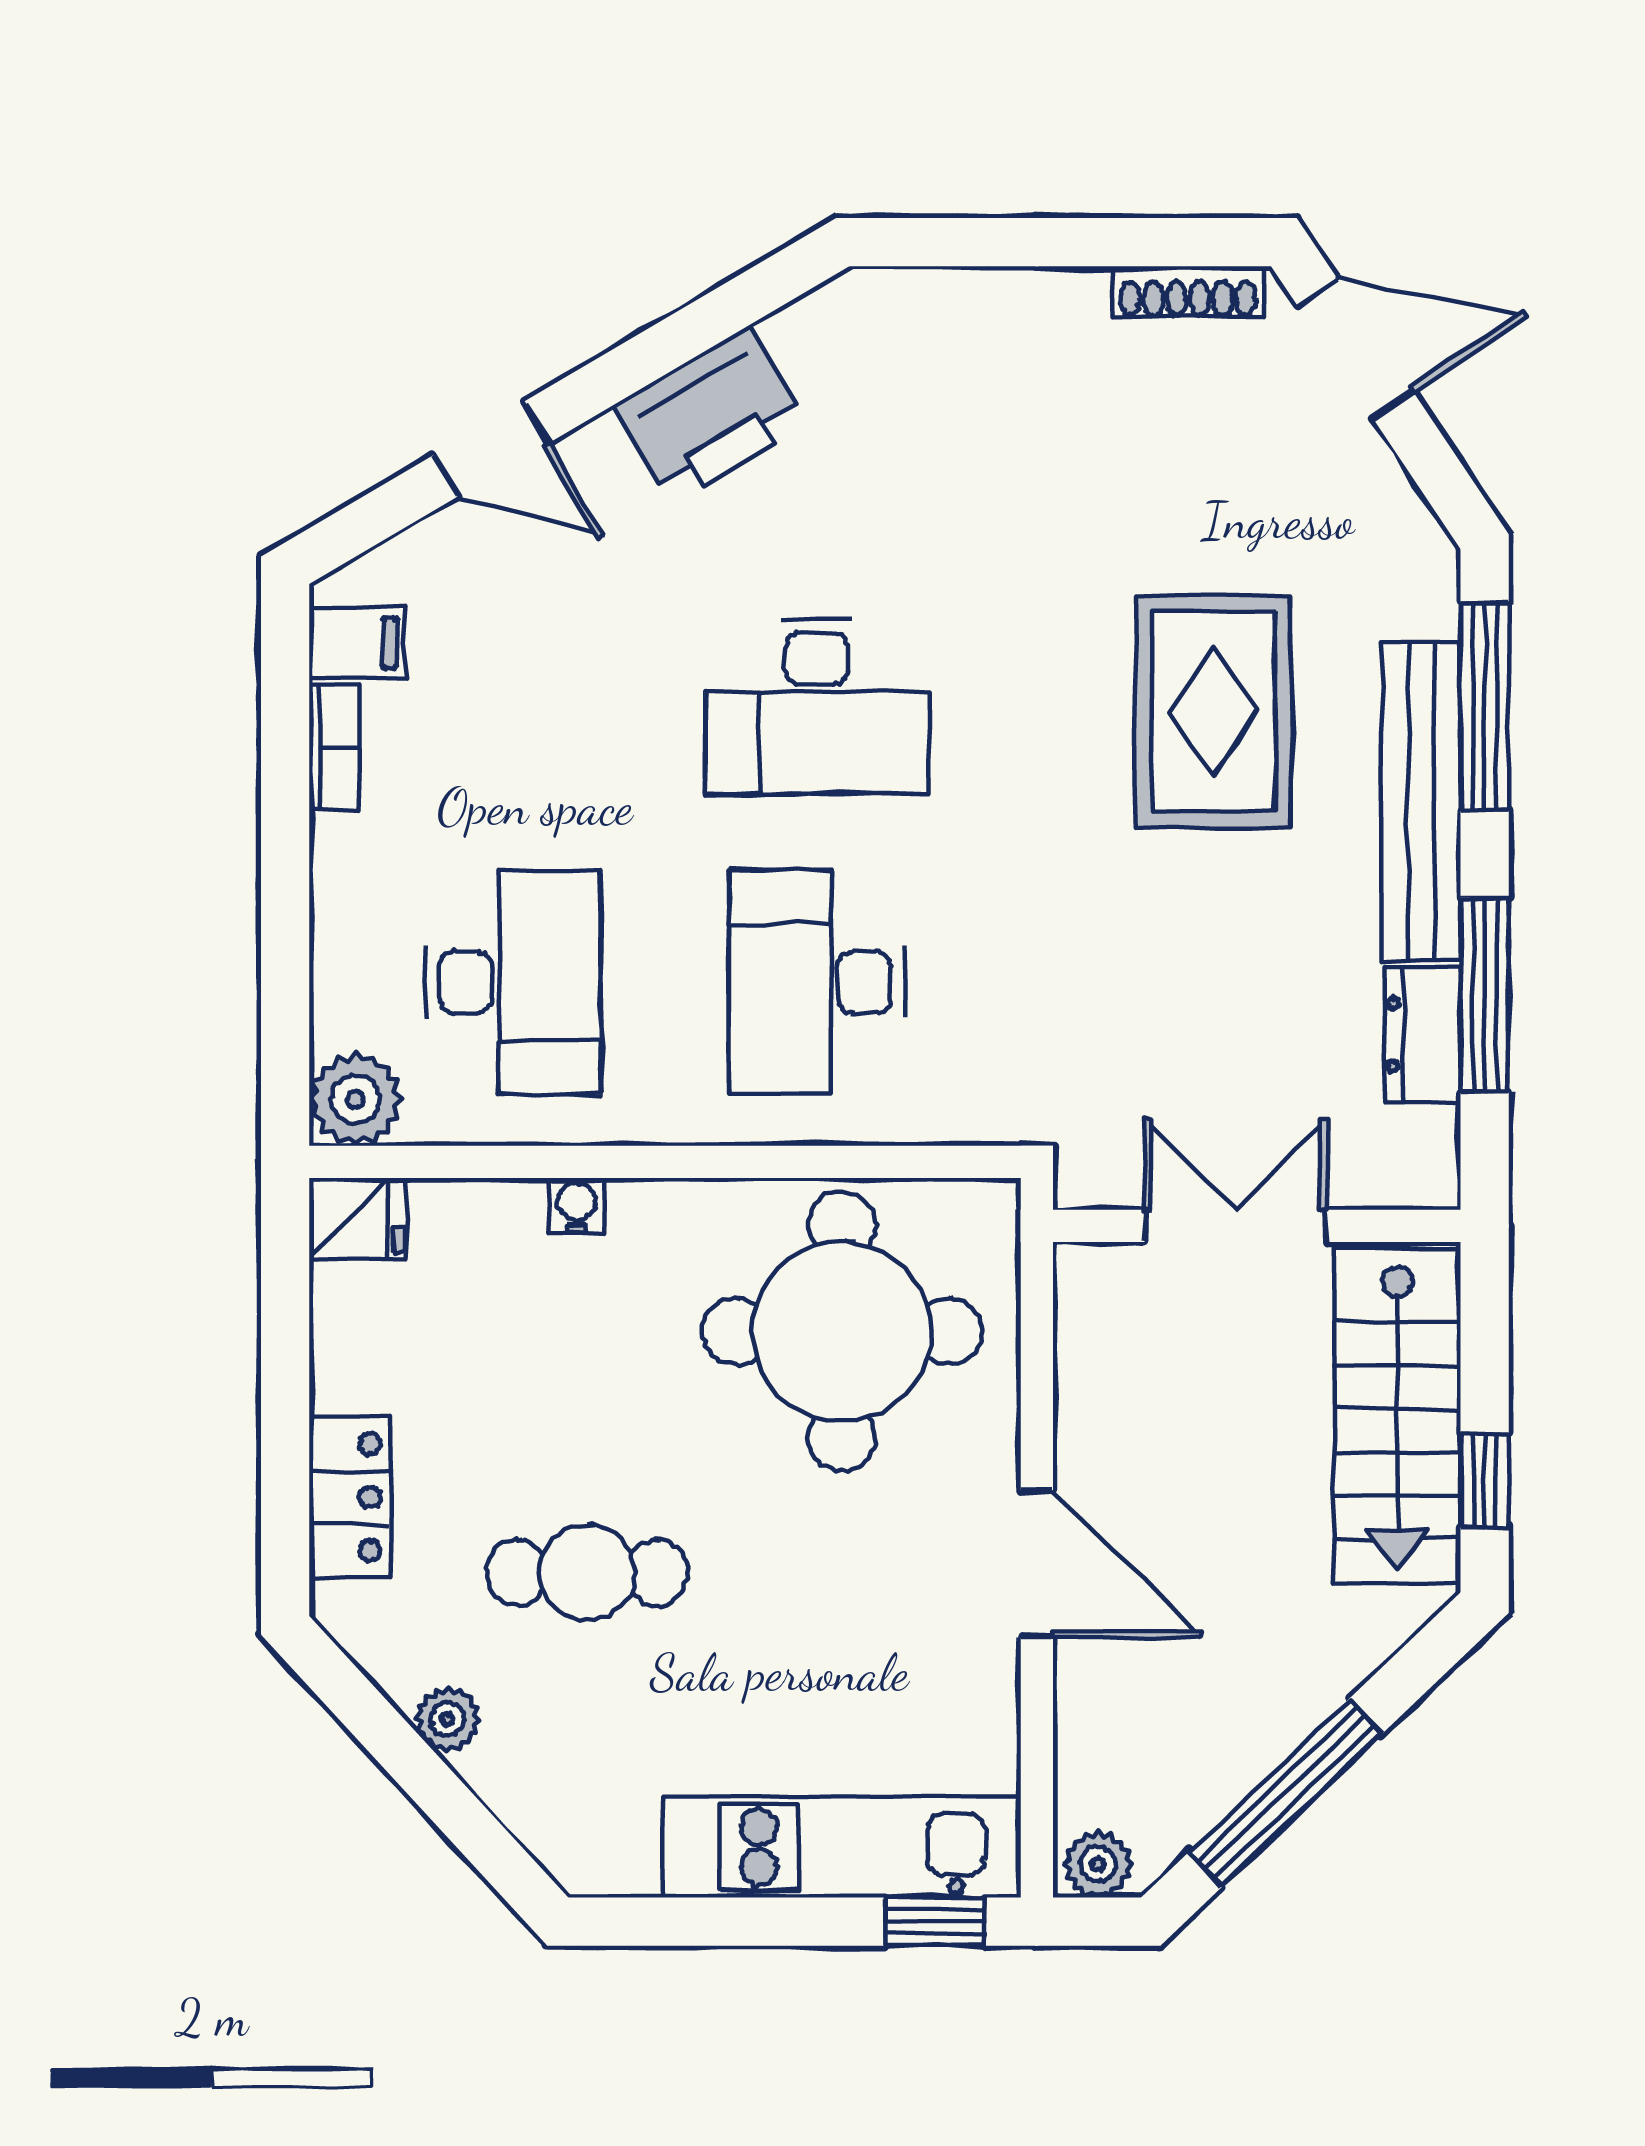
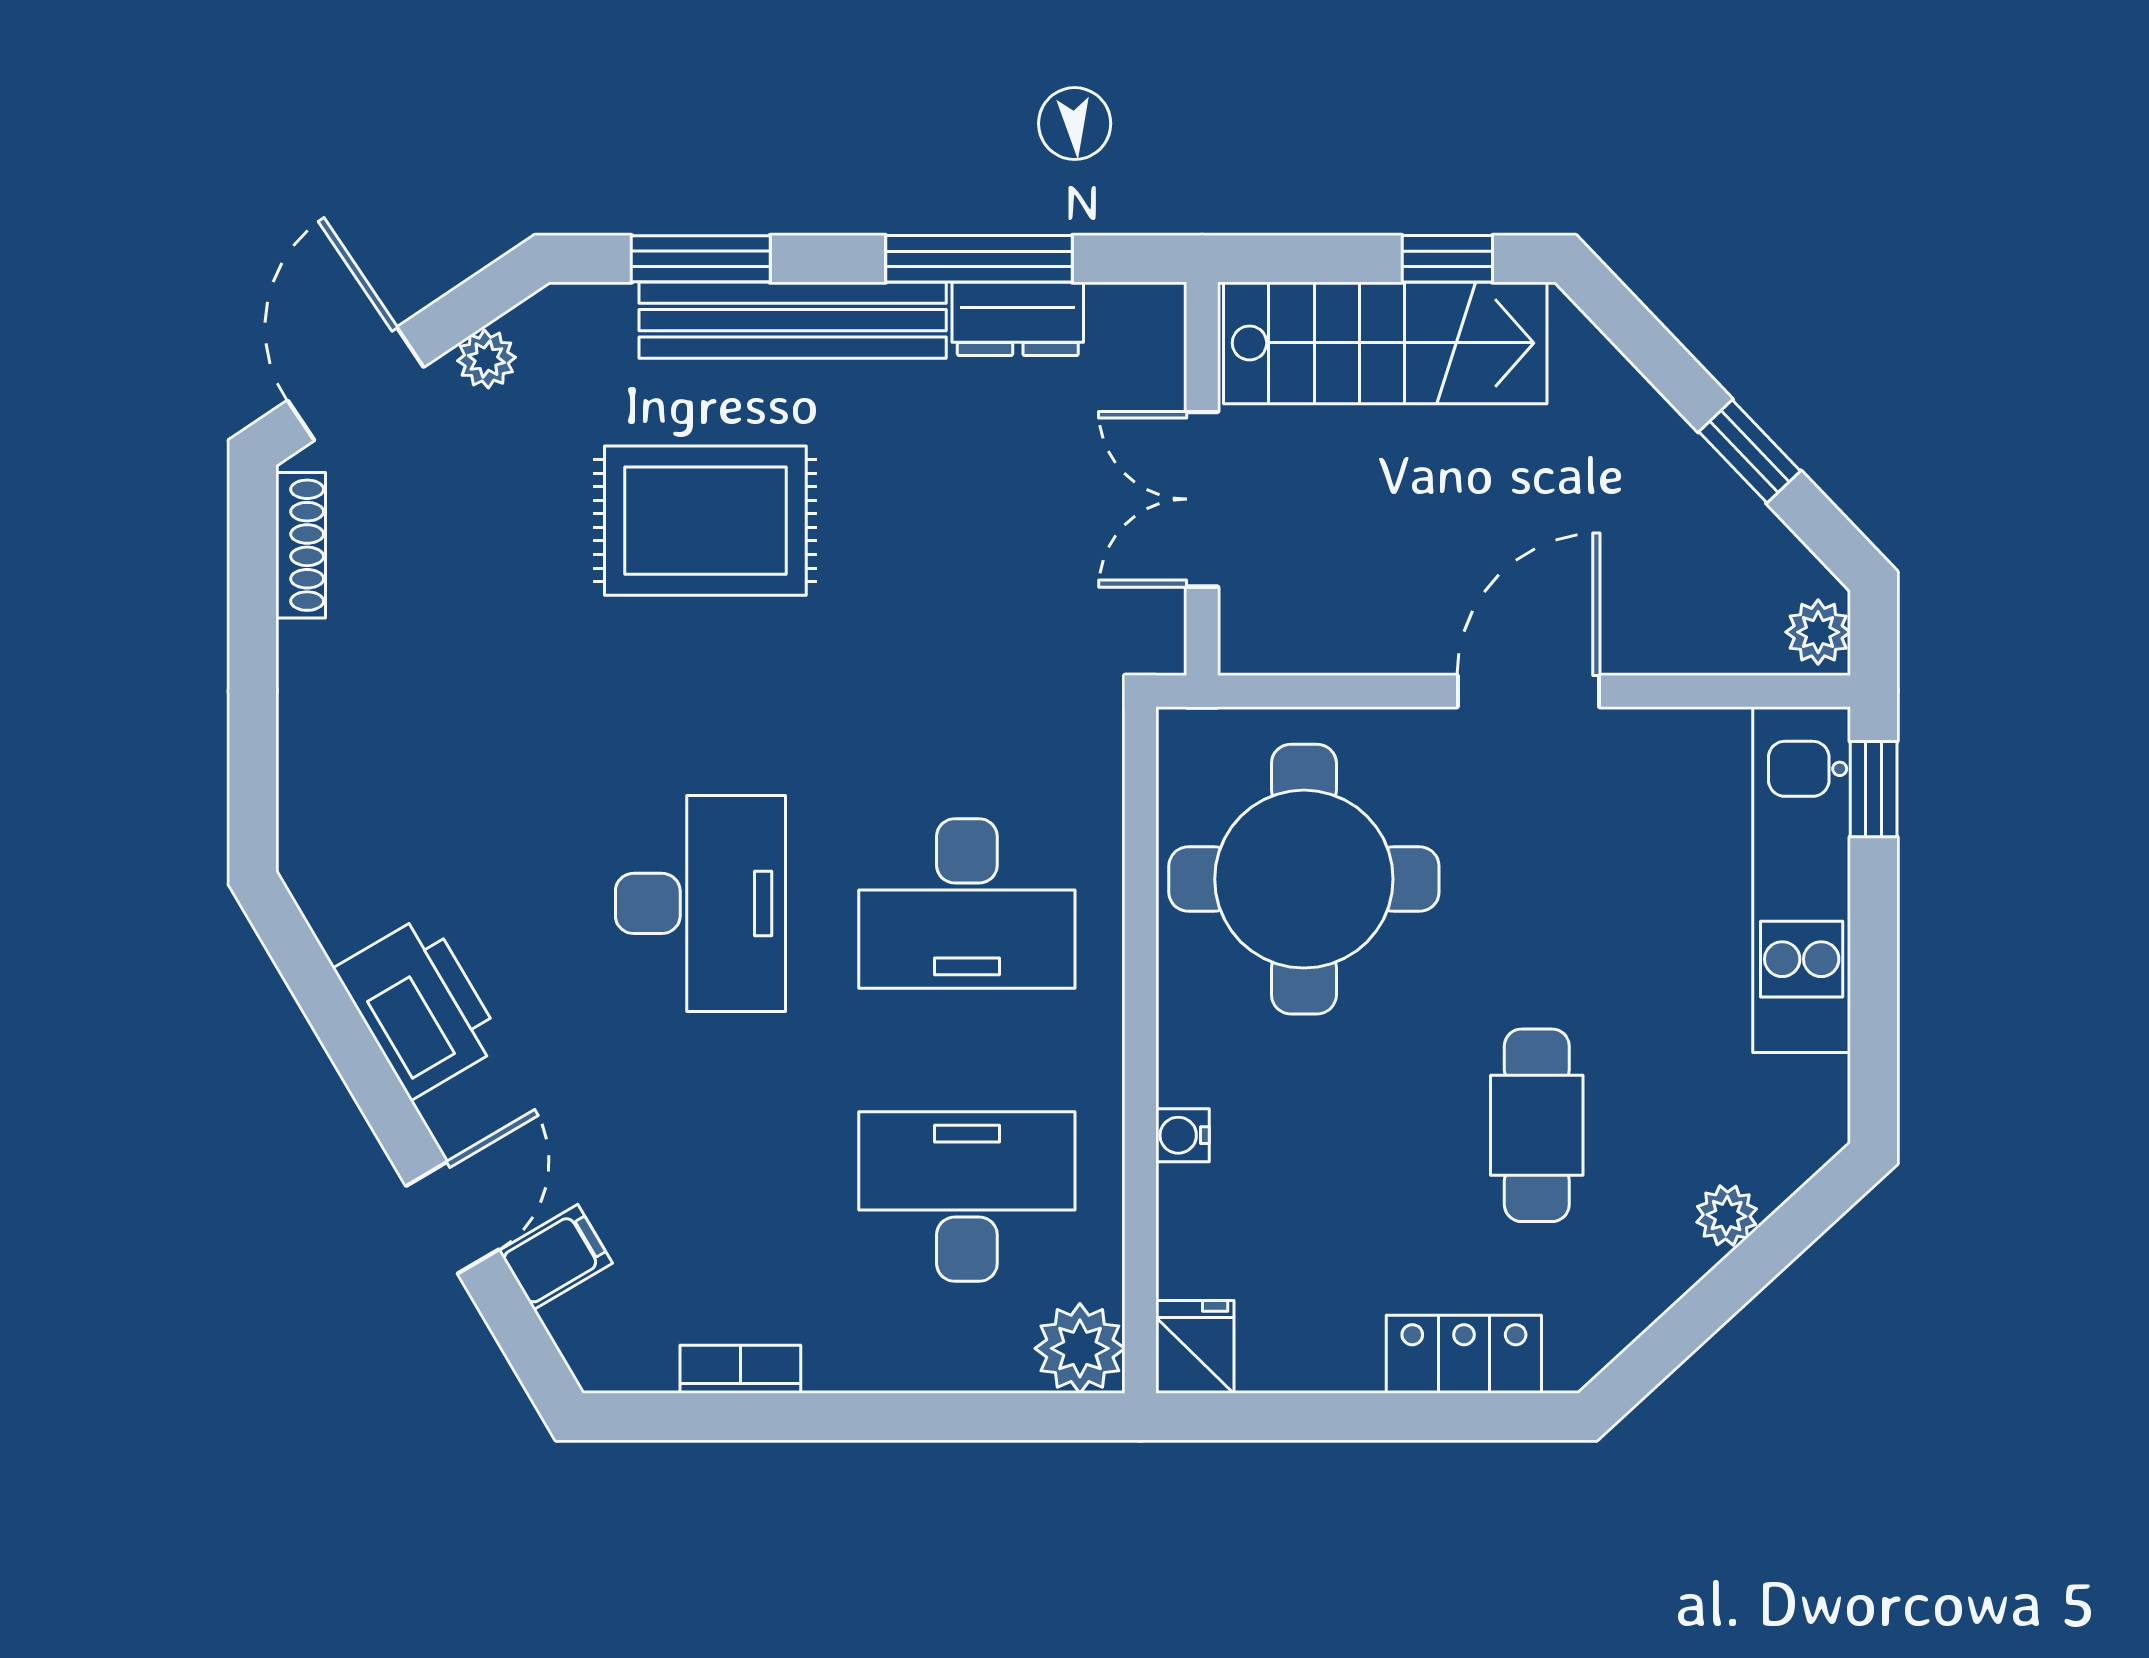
plant: (1381, 484) -> (486, 359), added
filing cabinet: (356, 643) -> (556, 1257), moved, turned 60
window: (1485, 706) -> (701, 259), width x0.69
plant: (447, 1719) -> (1727, 1215), moved
window: (1285, 1793) -> (1750, 451), width x0.46

